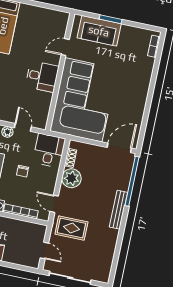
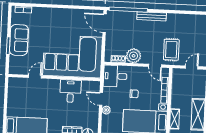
sofa: (99, 31) -> (19, 40), moved
door: (65, 47) -> (35, 77), swing flipped
desk: (42, 76) -> (70, 91), moved
door: (23, 127) -> (101, 99), hinge flipped
door: (54, 204) -> (155, 66), hinge flipped

